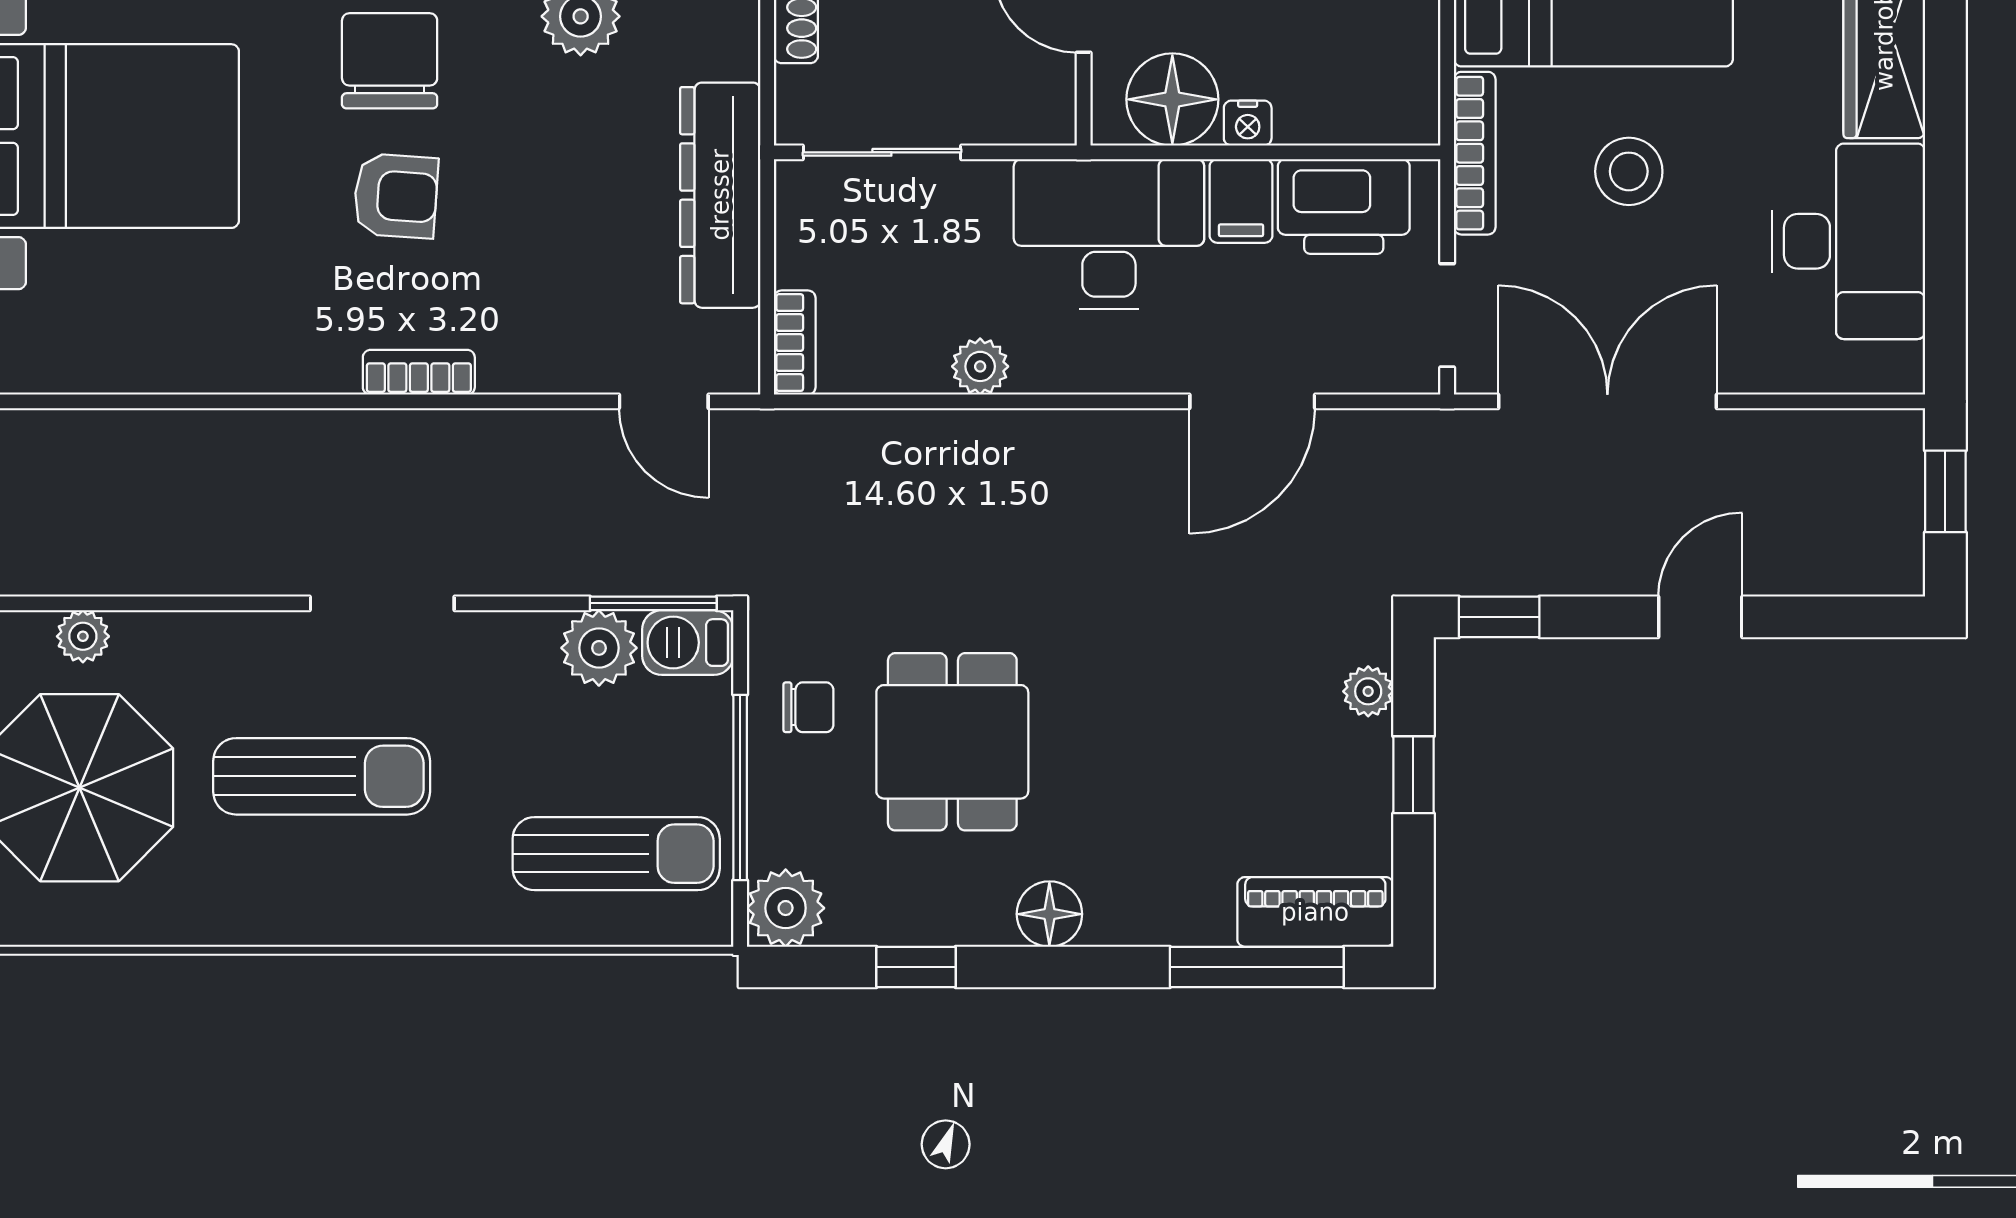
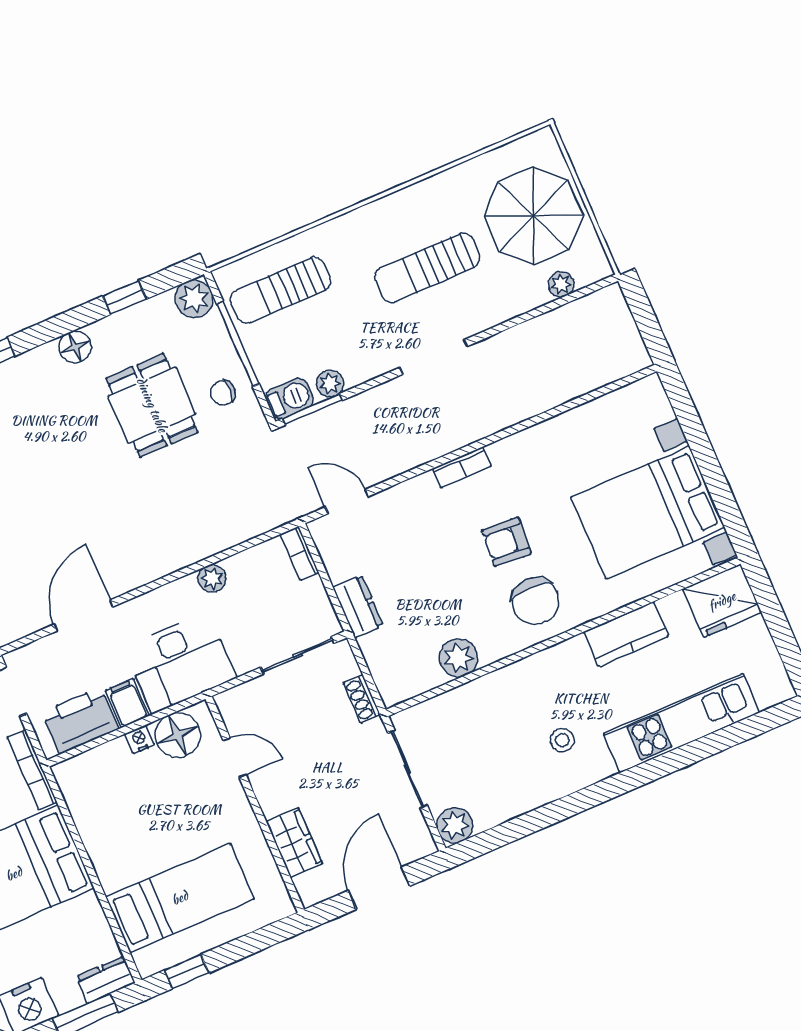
dresser: (720, 195) -> (358, 606), width x0.51, depth x0.80
plant: (599, 648) -> (330, 383), width x0.73, depth x0.73

